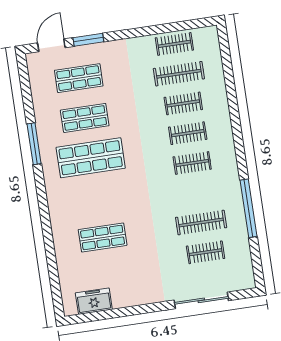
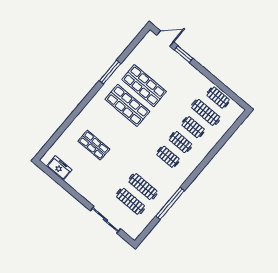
shop shelf: (79, 78) -> (161, 66), removed
shop shelf: (85, 118) -> (144, 86), width x1.43, depth x1.36
clothes rail: (206, 252) -> (130, 201), width x1.36

